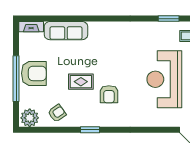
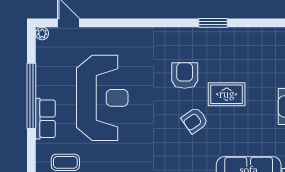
armchair: (57, 113) -> (195, 120), moved

